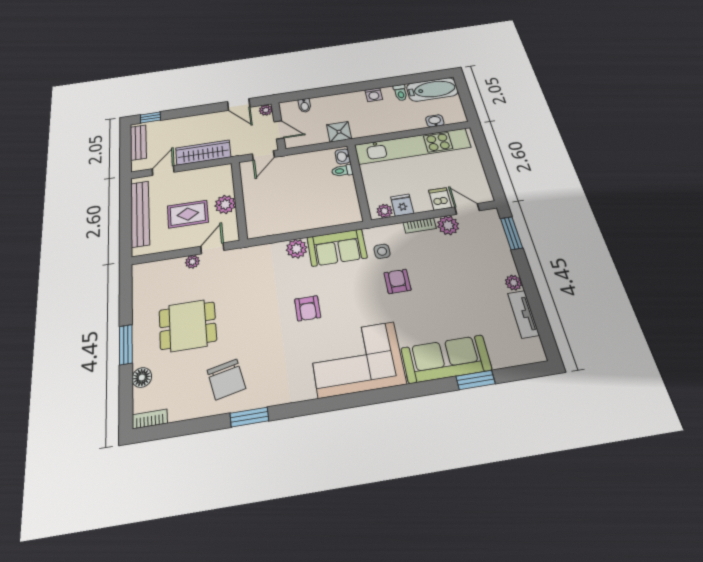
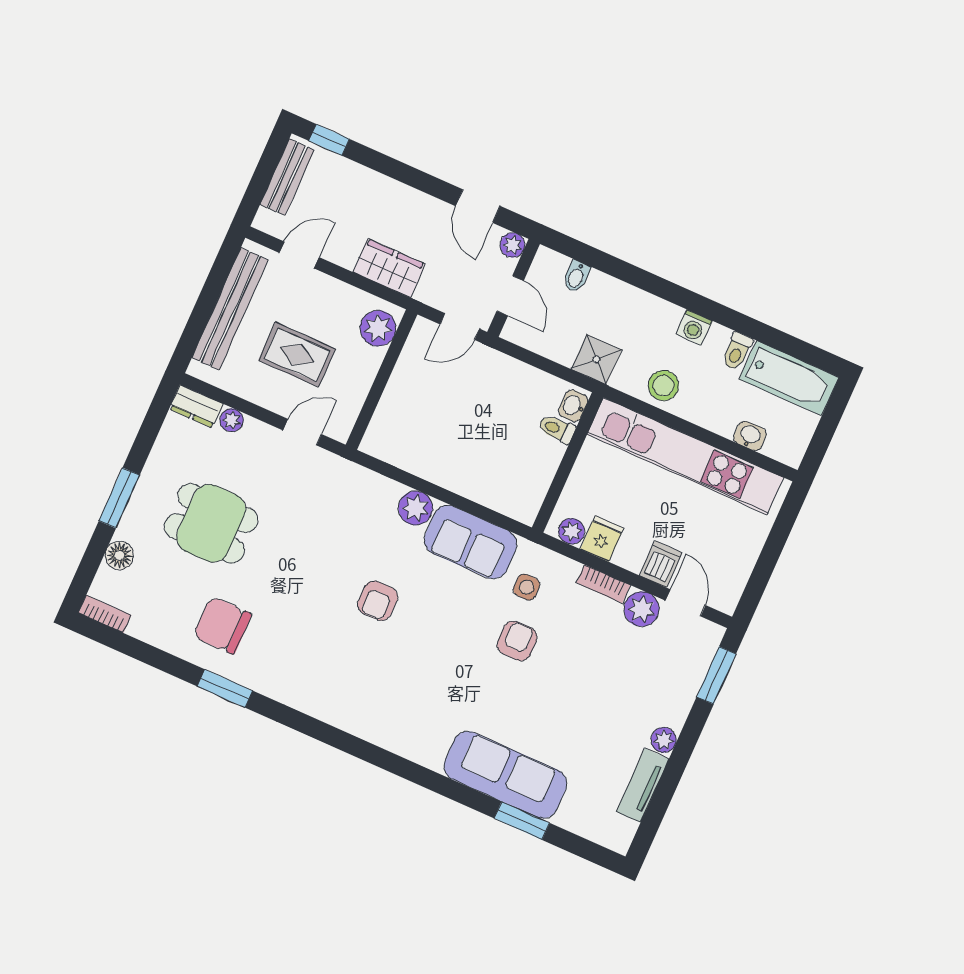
stool: (378, 124) -> (663, 386), added
wardrobe: (203, 153) -> (389, 268), width x0.67
plant: (225, 204) -> (378, 328), moved
plant: (192, 262) -> (232, 420), moved
dresser: (146, 270) -> (196, 406), added
corner sofa: (357, 359) -> (397, 705), removed
chair: (226, 379) -> (222, 625), turned 102

